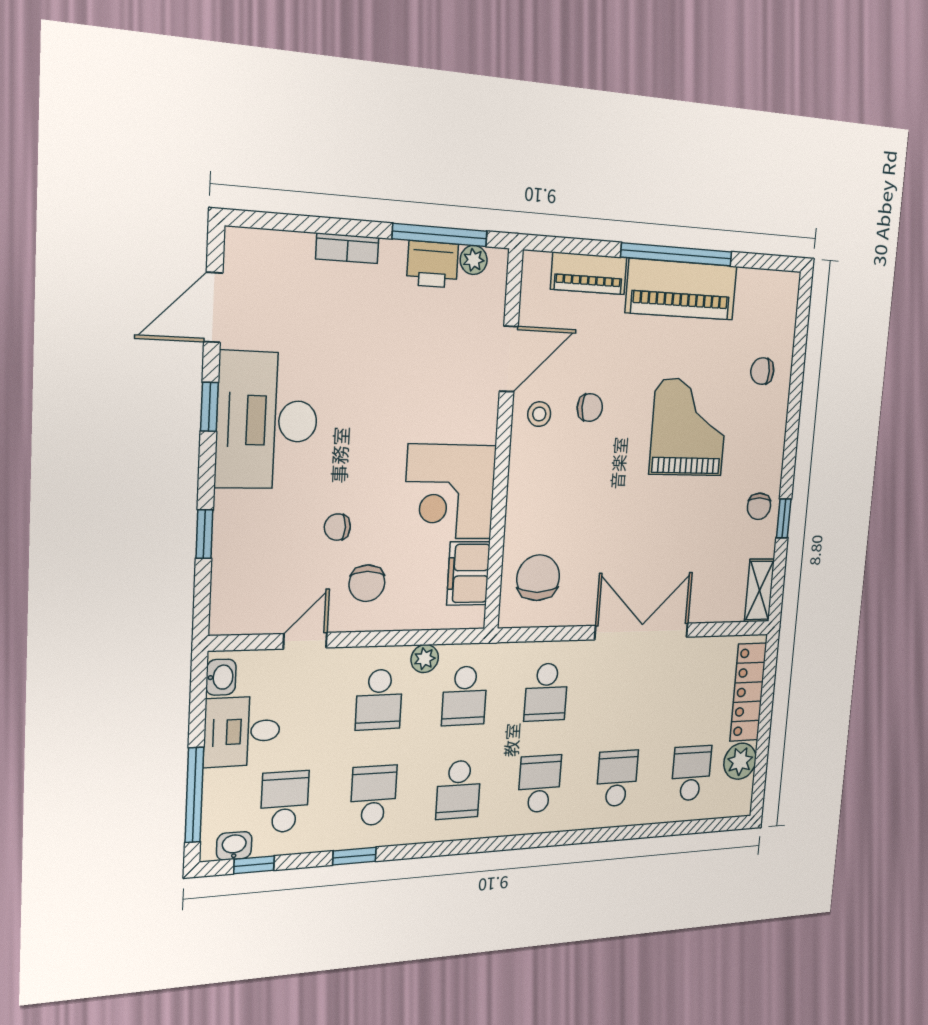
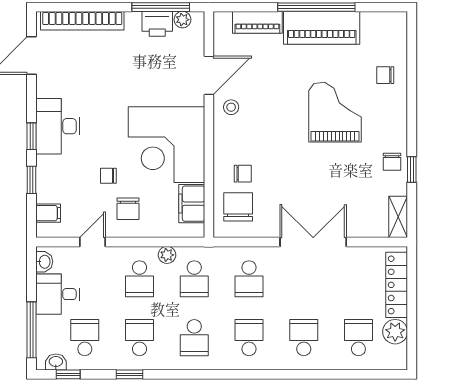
bookcase: (347, 248) -> (82, 21), width x2.31, depth x1.31
window: (209, 407) -> (32, 136), moved
chair: (590, 407) -> (243, 174), moved
desk: (267, 421) -> (58, 126), width x0.73, depth x0.77
corner desk: (450, 492) -> (166, 145), width x1.36, depth x1.36
filing cabinet: (231, 592) -> (48, 213), added

